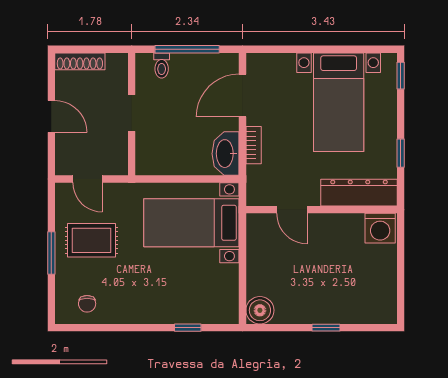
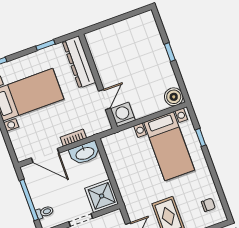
shower: (155, 155) -> (102, 196), added
bed with nightstands: (191, 223) -> (169, 146), moved
washing machine: (380, 228) -> (123, 114), moved, turned -90

